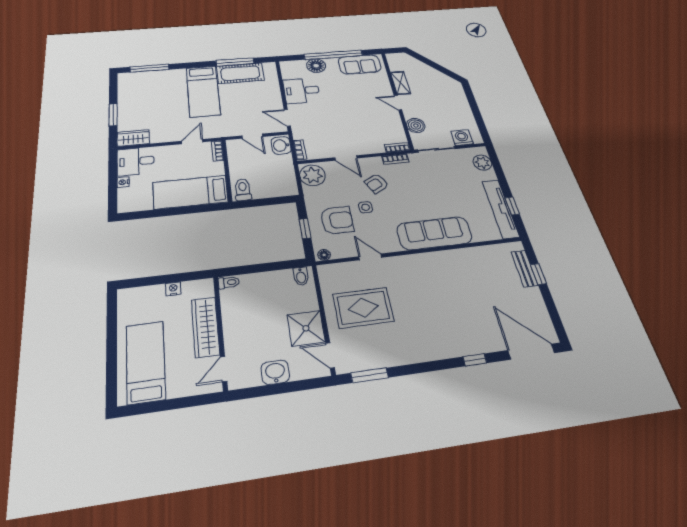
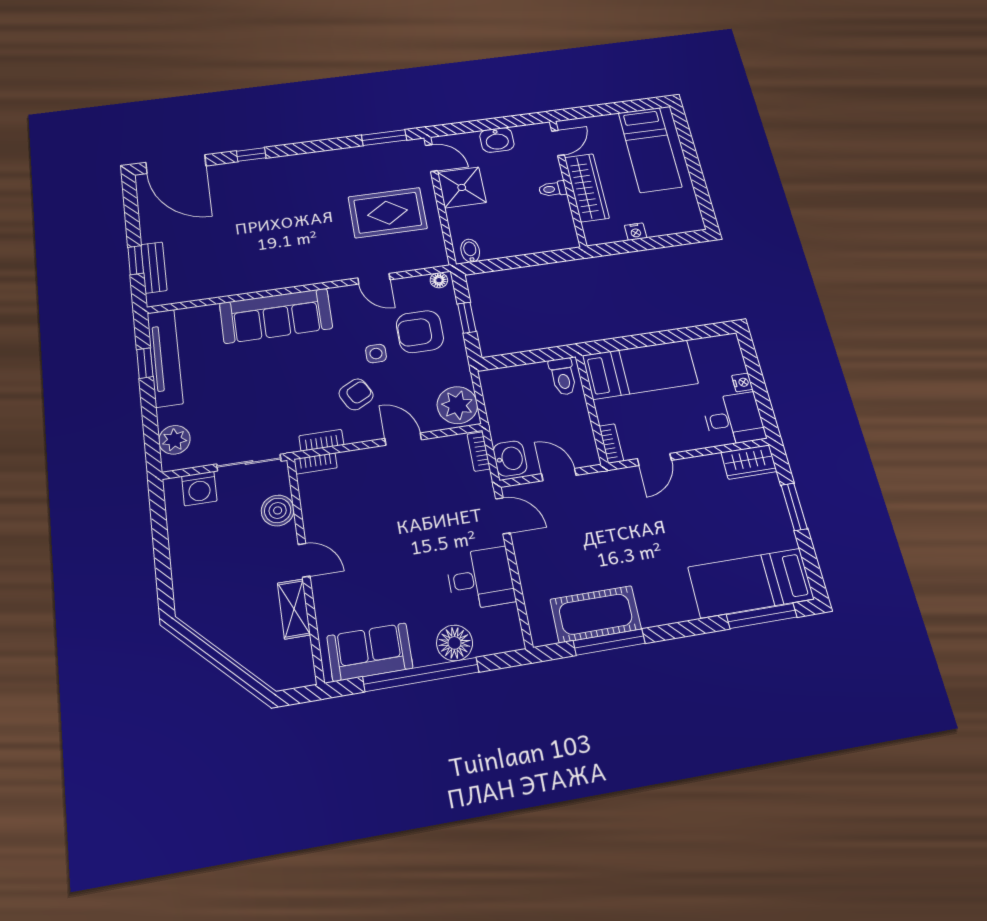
bed: (203, 91) -> (751, 583), moved, turned -90
toilet: (229, 282) -> (553, 189), moved

